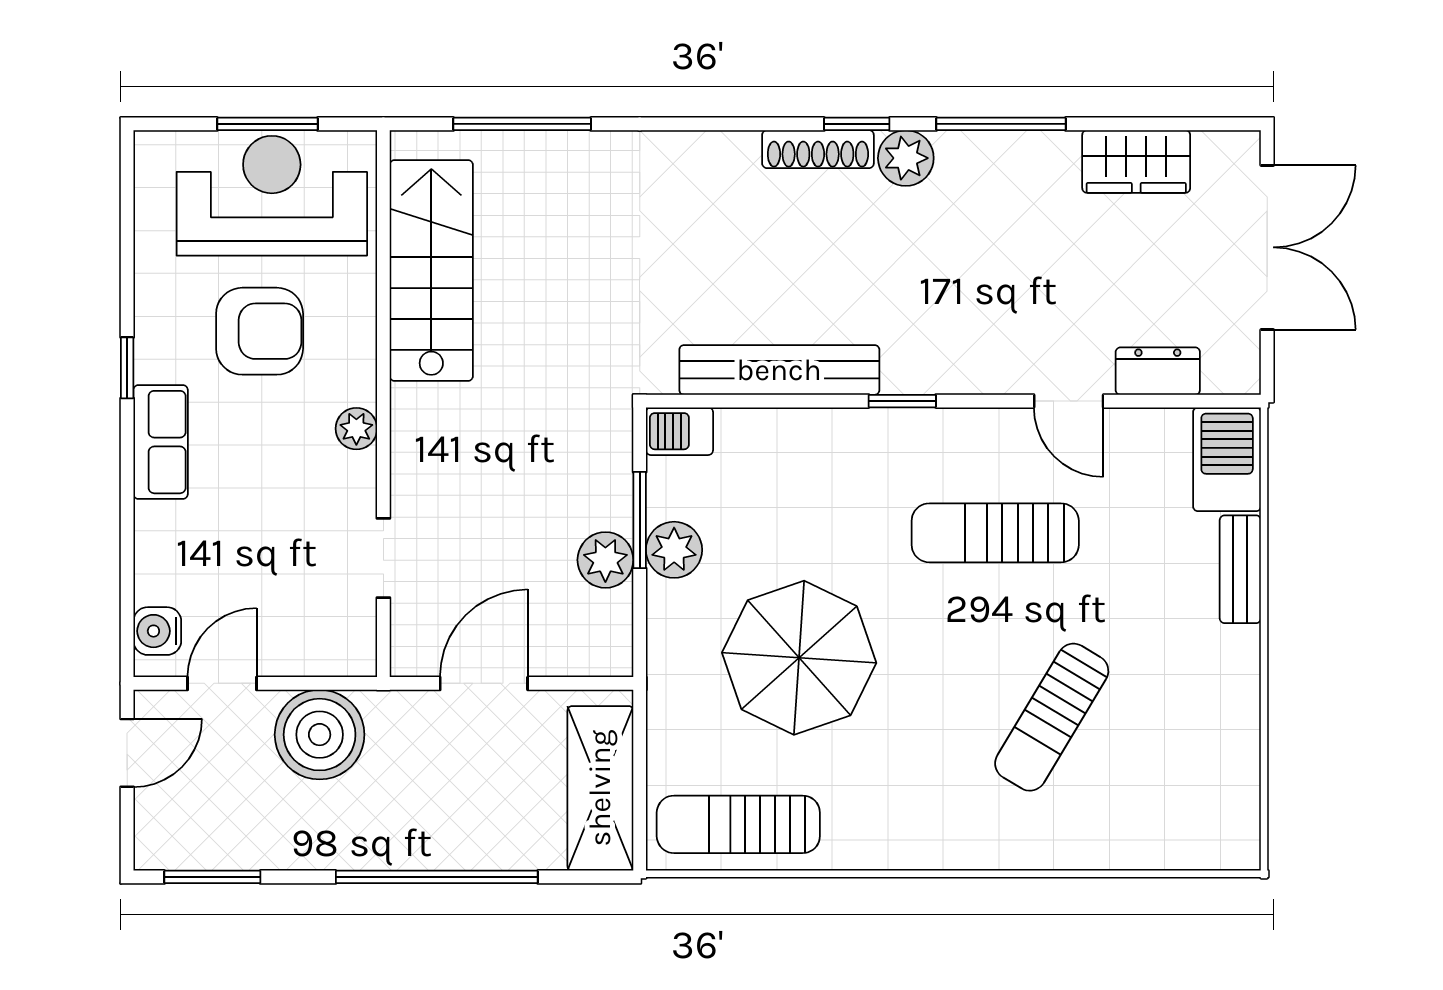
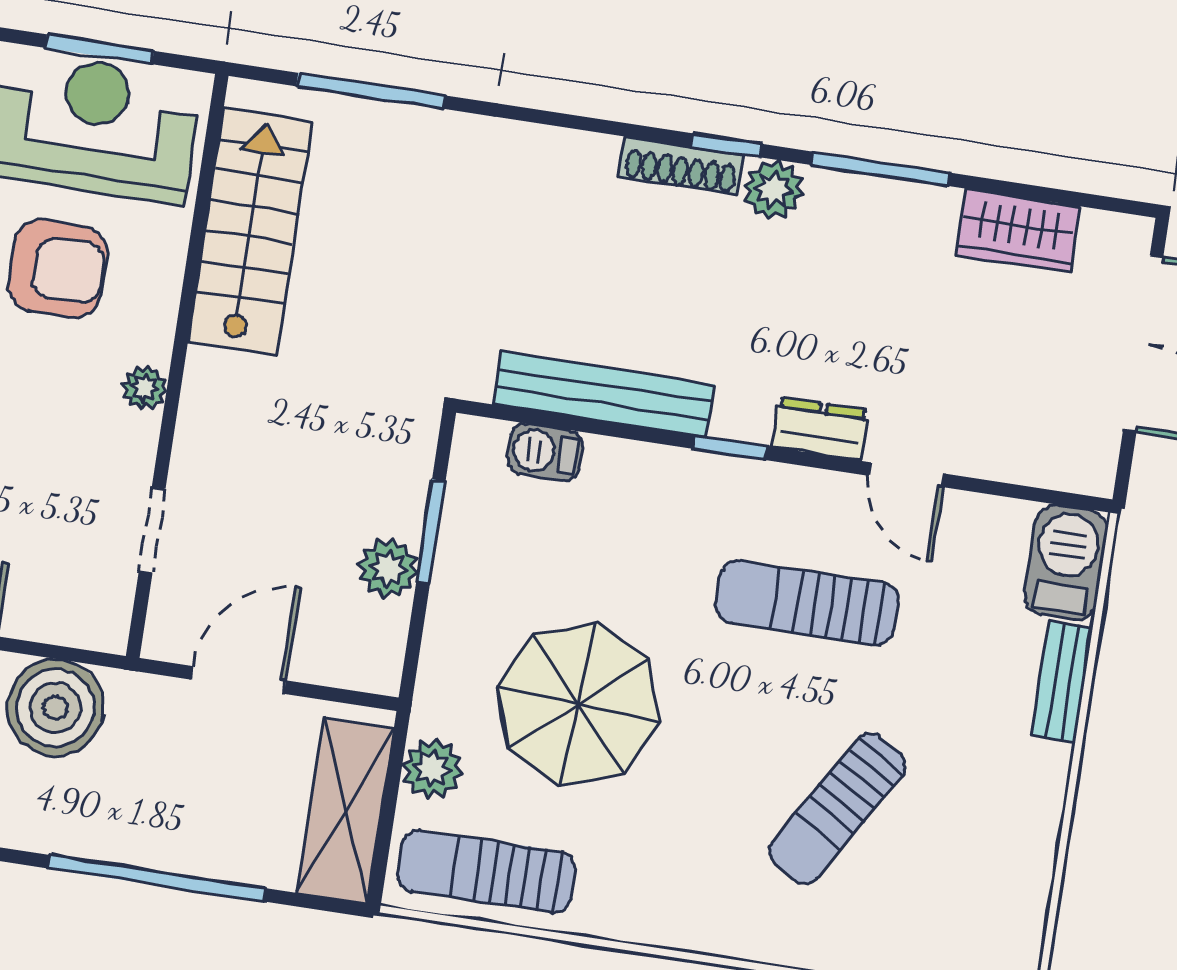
dresser: (1158, 371) -> (820, 429), moved
barbecue: (679, 431) -> (545, 452), moved
plant: (674, 550) -> (432, 769), moved

